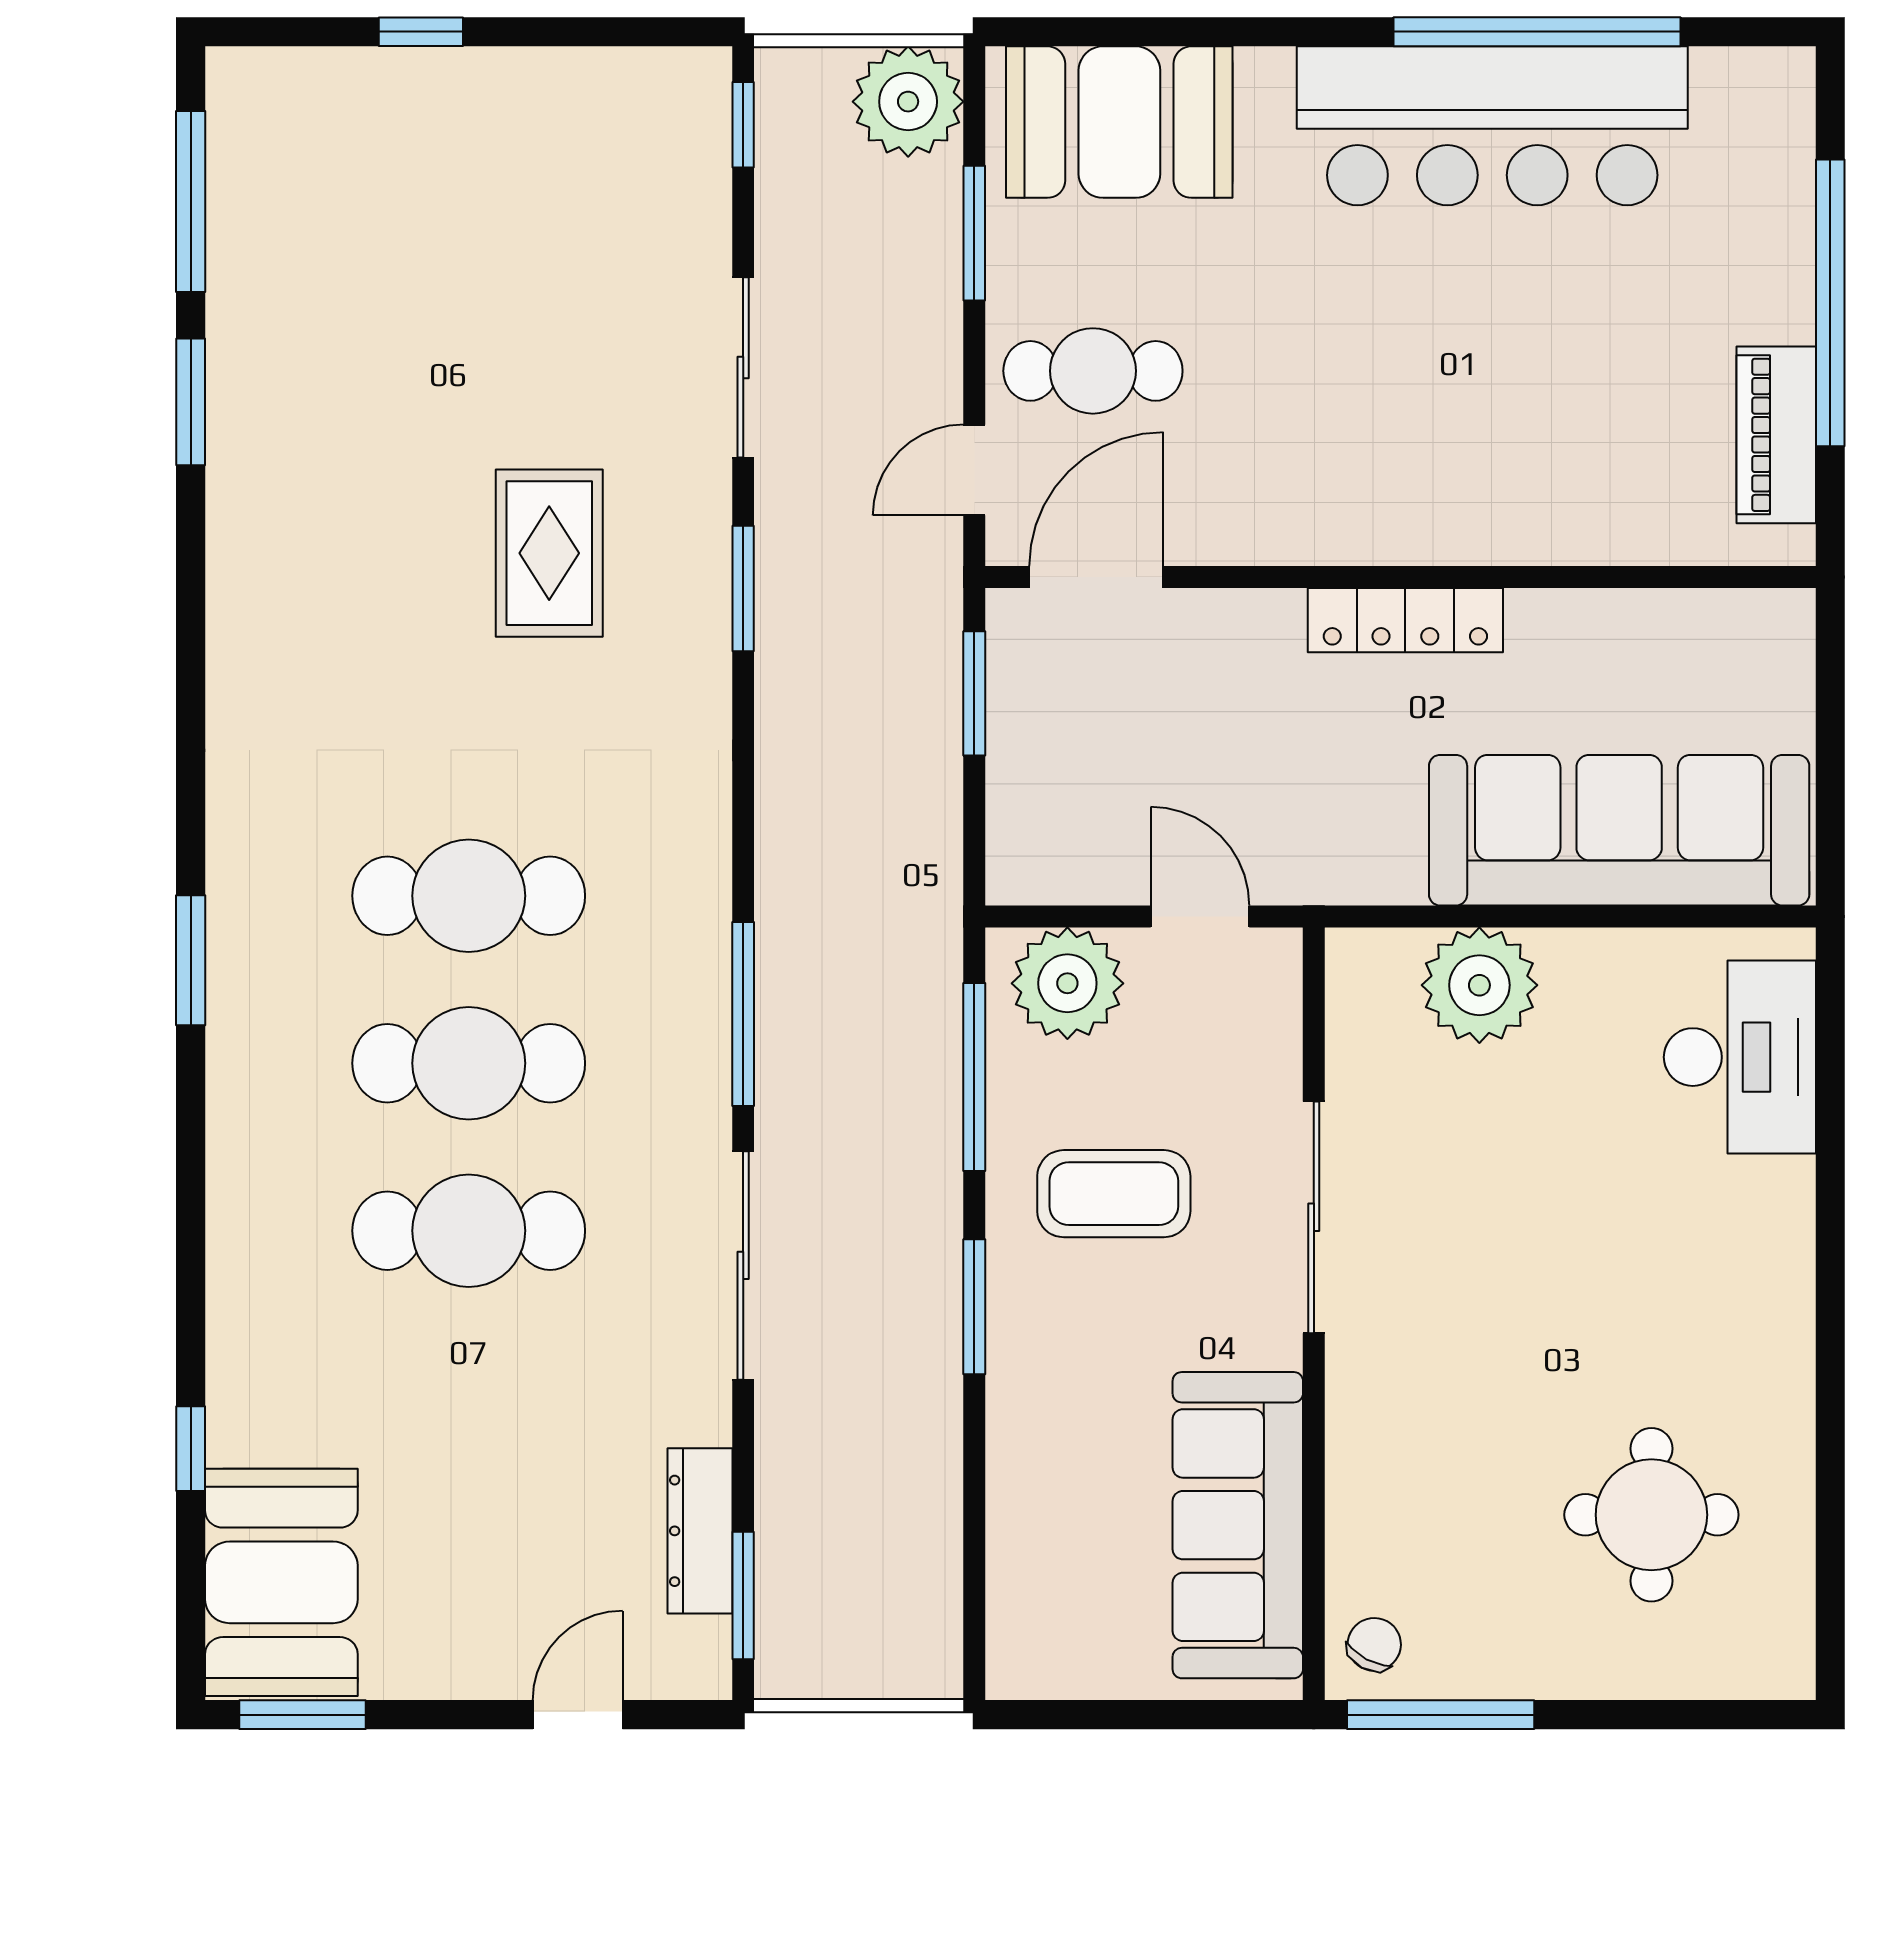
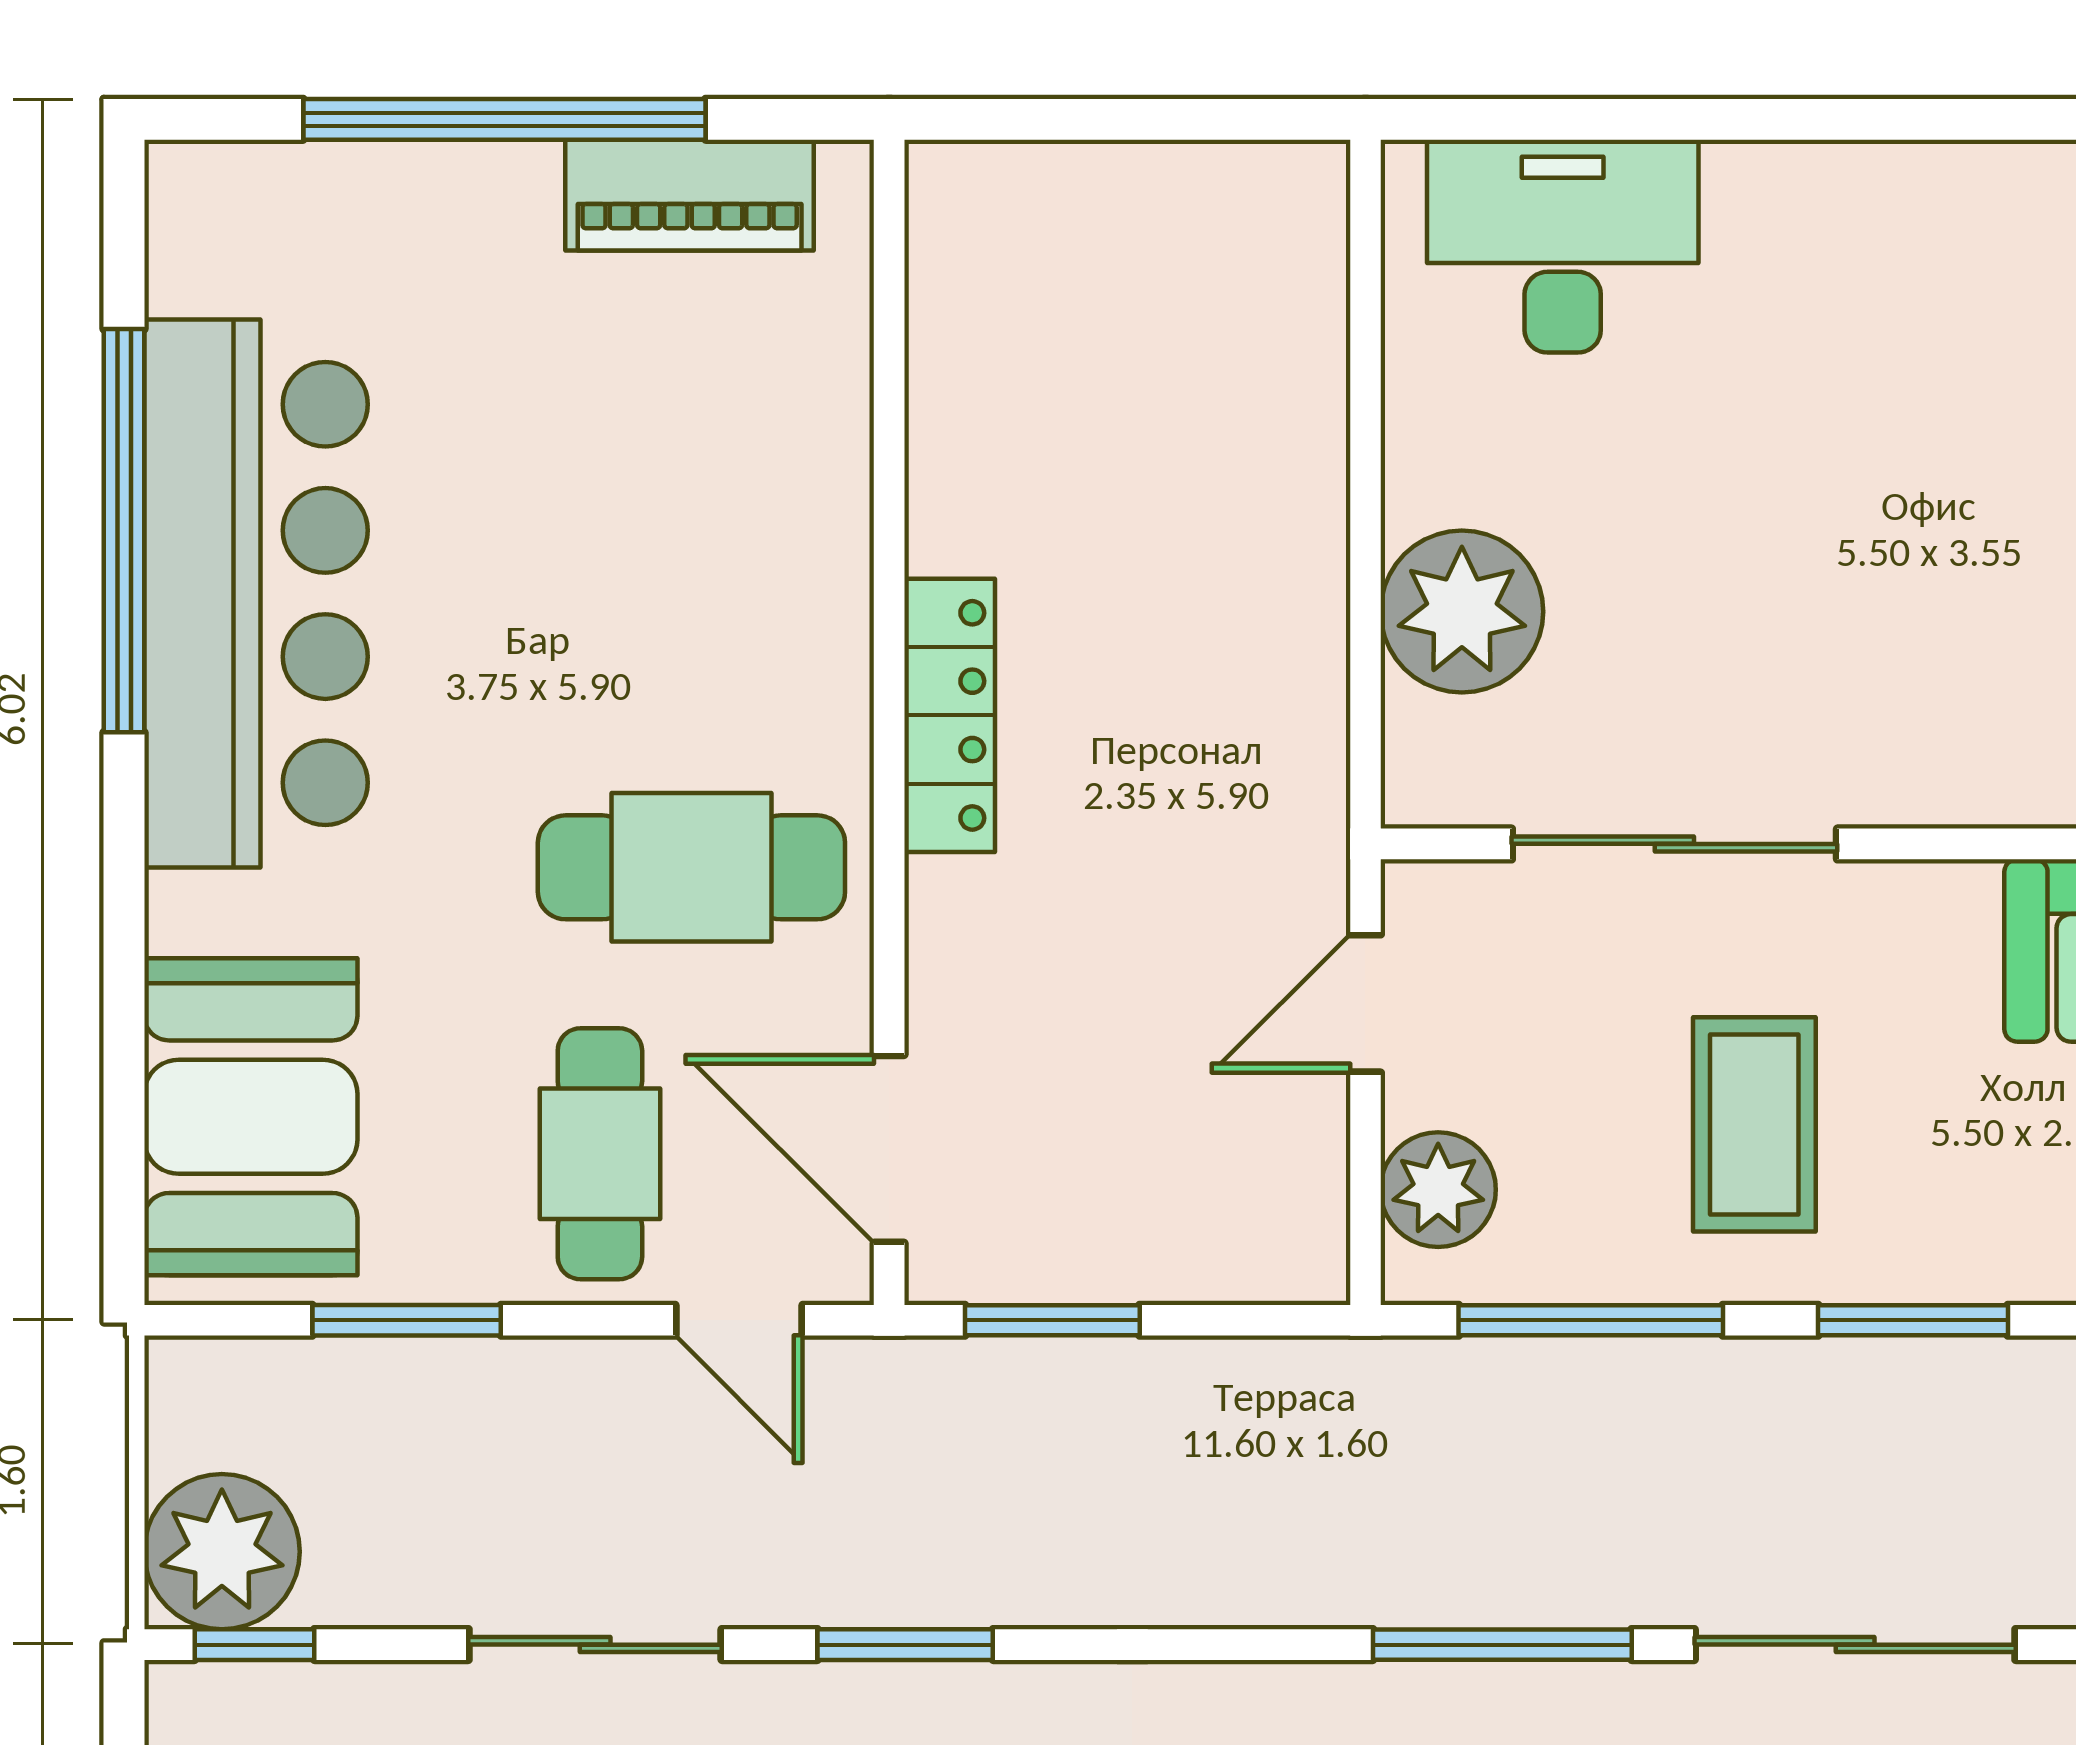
plant: (908, 102) -> (222, 1552), moved
cafe table: (1297, 436) -> (691, 867), added
sofa: (1619, 830) -> (1244, 416), removed
plant: (1067, 983) -> (1438, 1190), width x0.73, depth x0.73
sliding door: (1314, 1217) -> (1674, 844), moved

